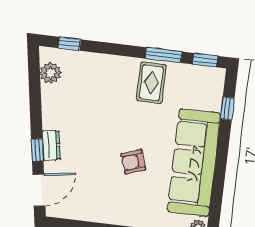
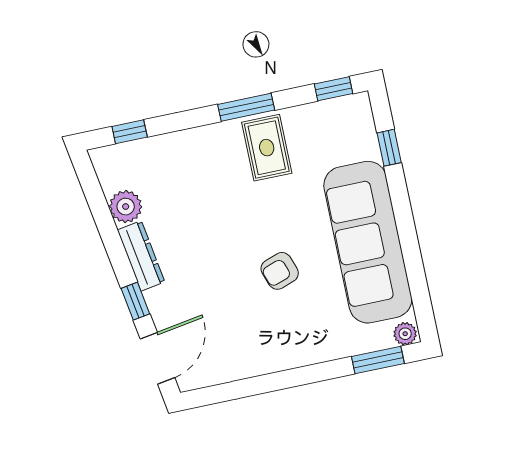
window: (164, 55) -> (246, 107), moved
plant: (51, 73) -> (126, 207), moved
dresser: (51, 145) -> (141, 256), moved, width x1.44

